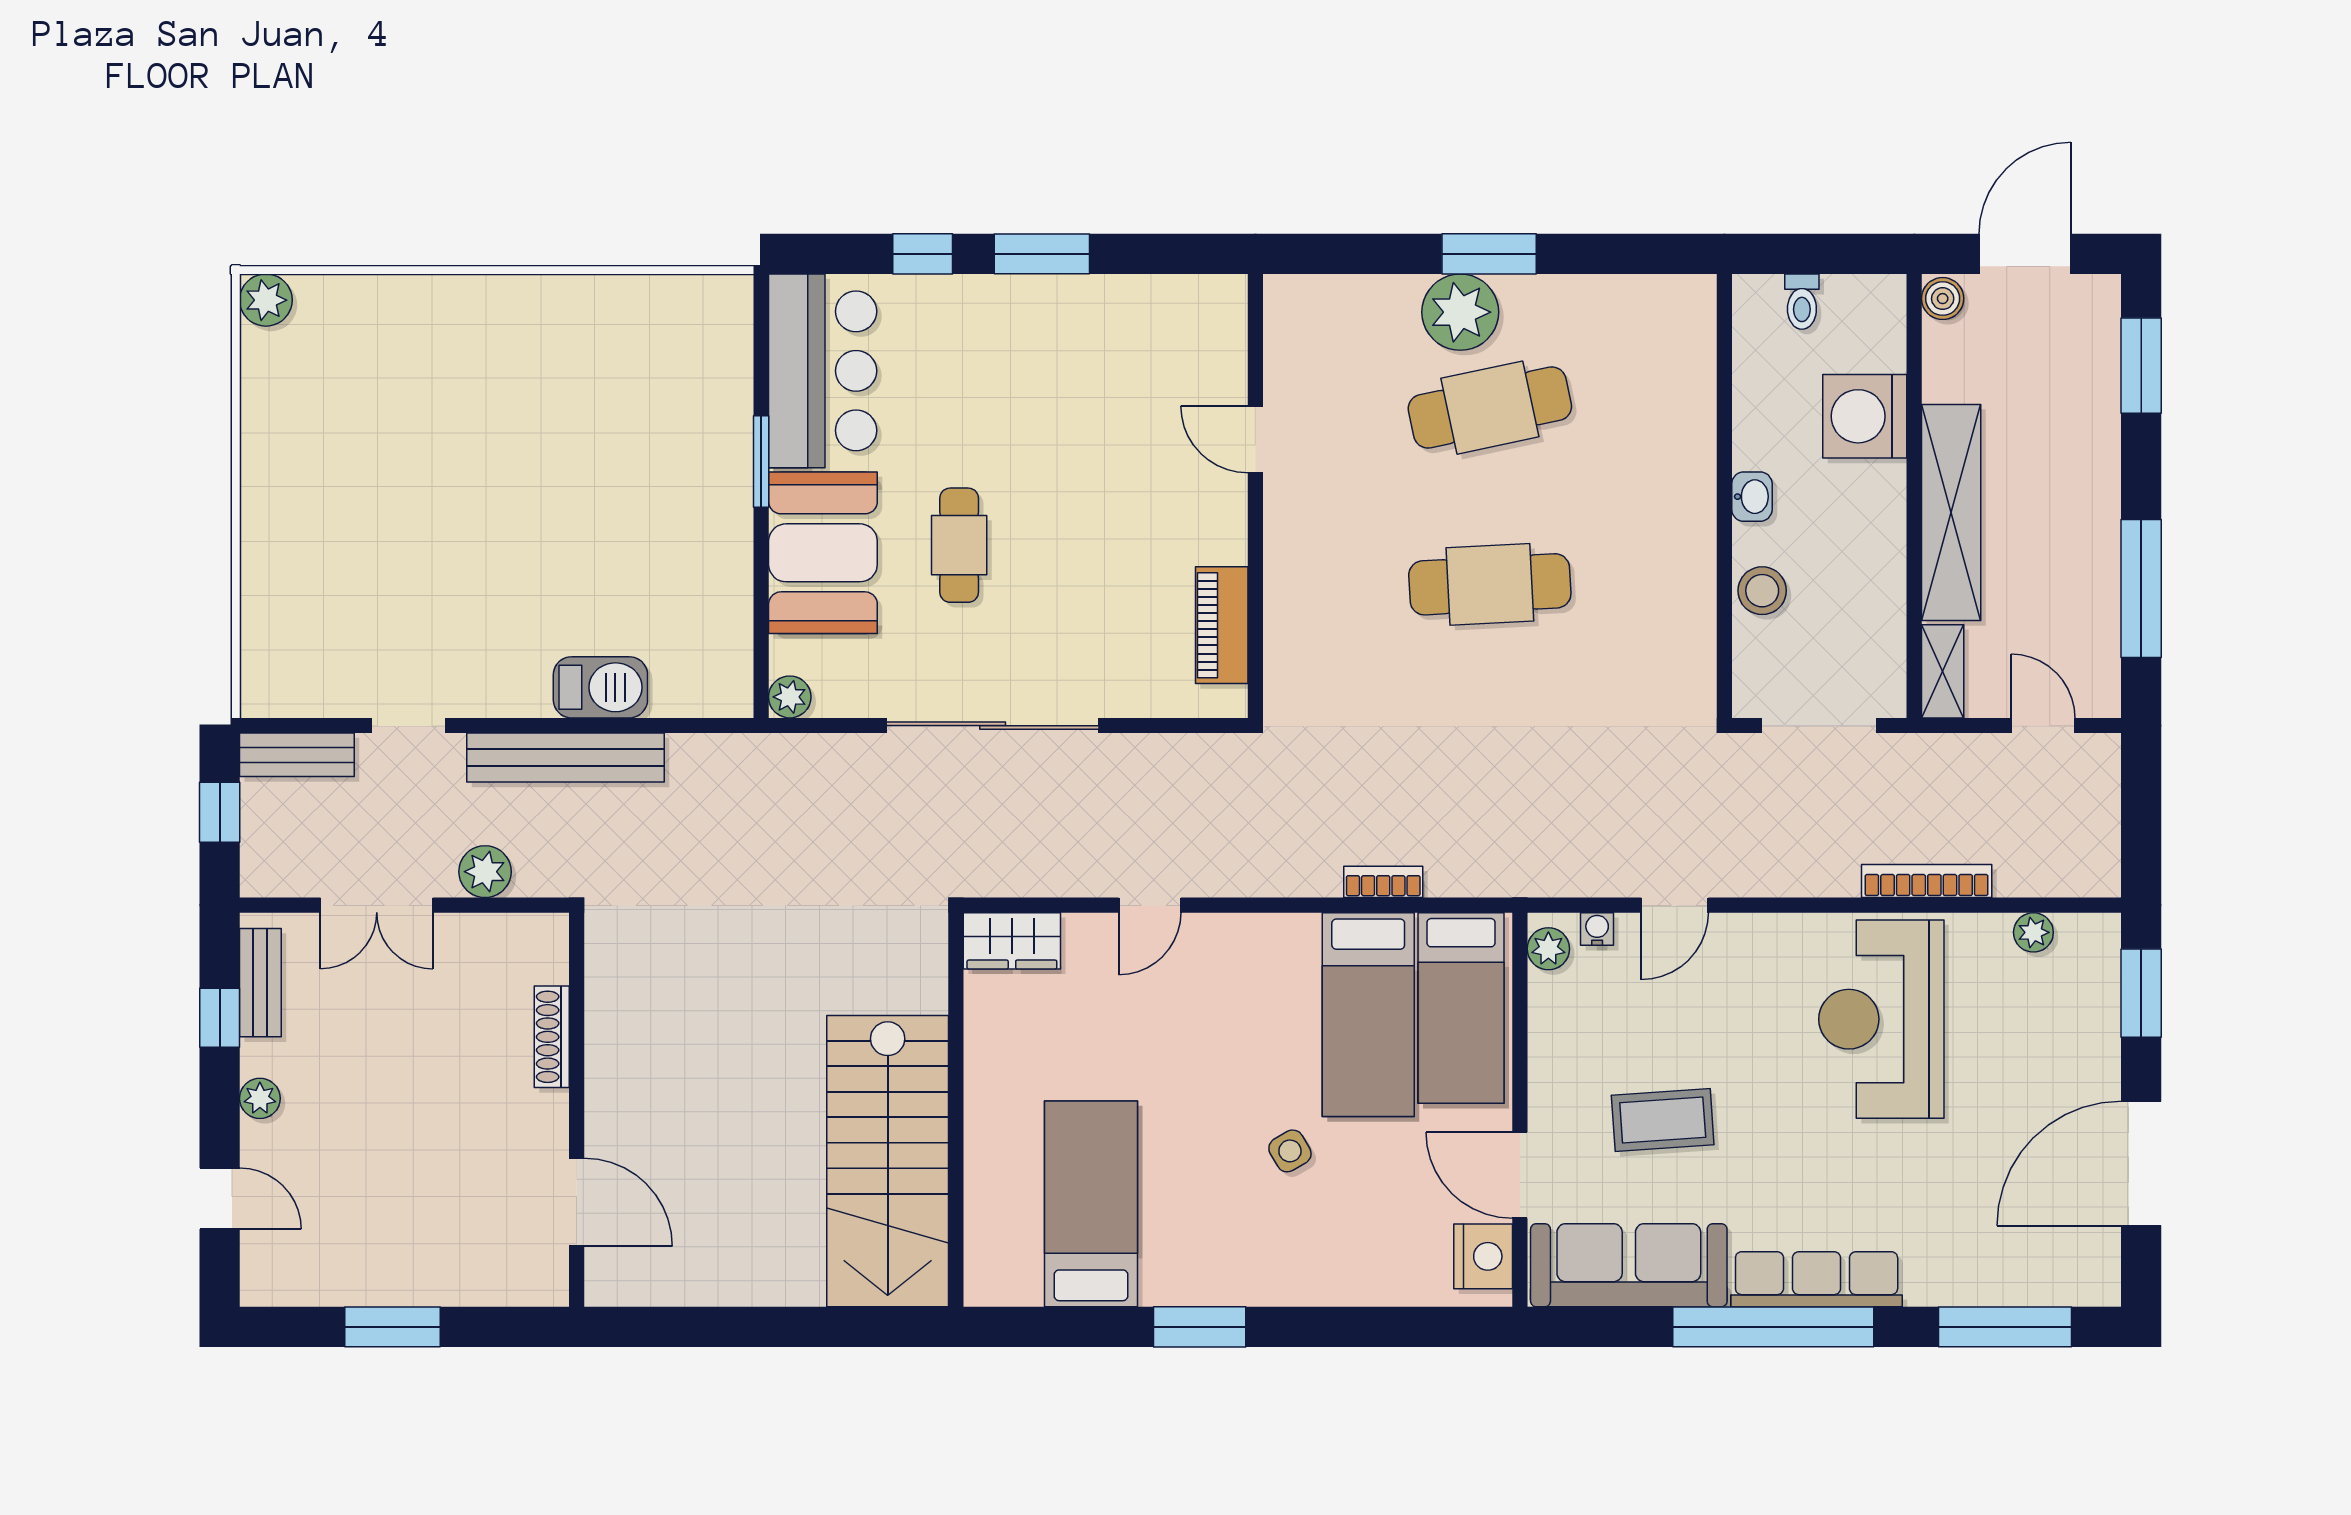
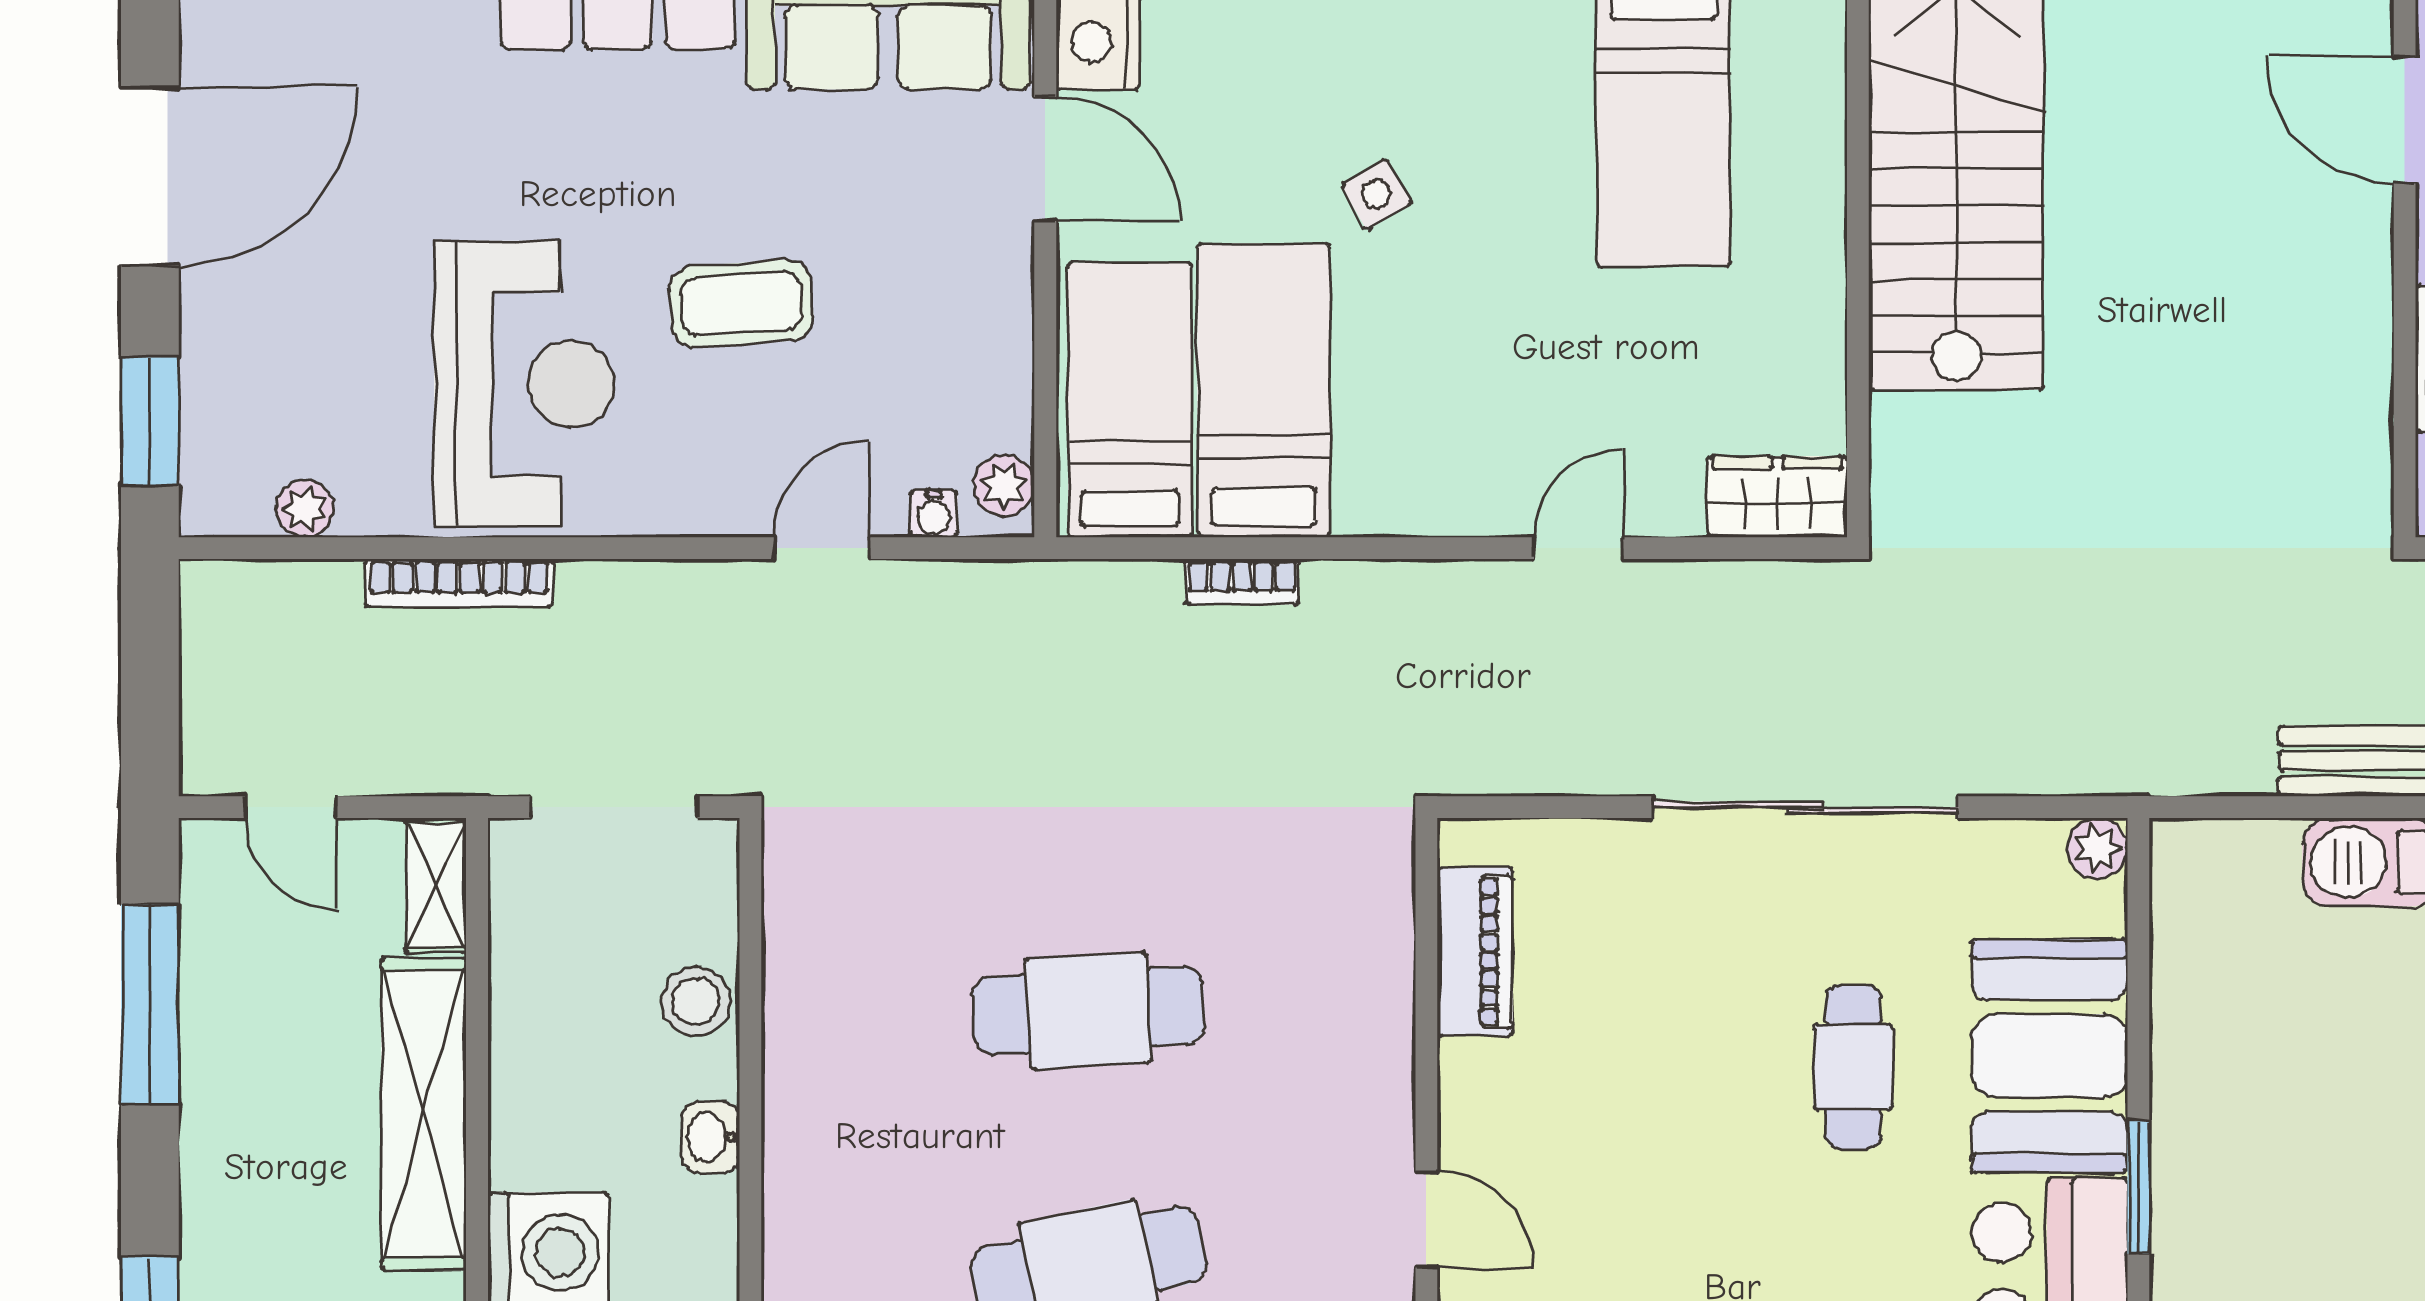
coffee table: (1663, 1120) -> (741, 304), moved

